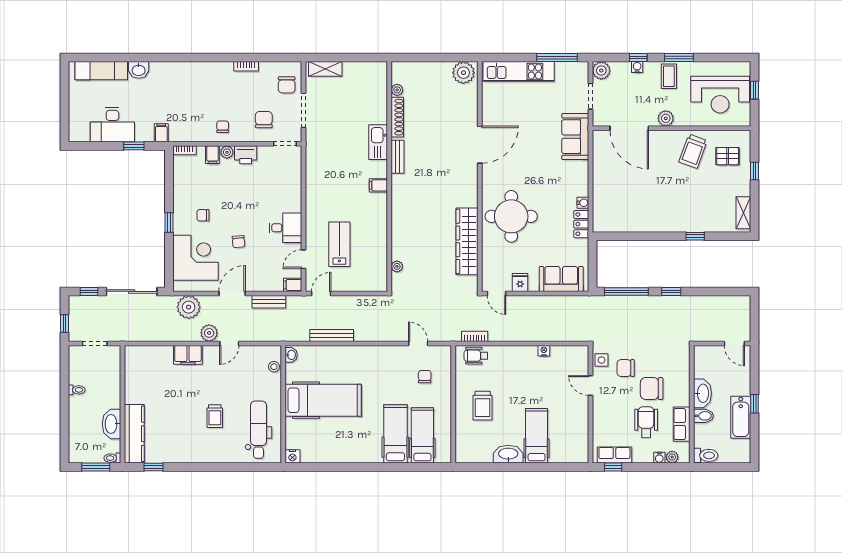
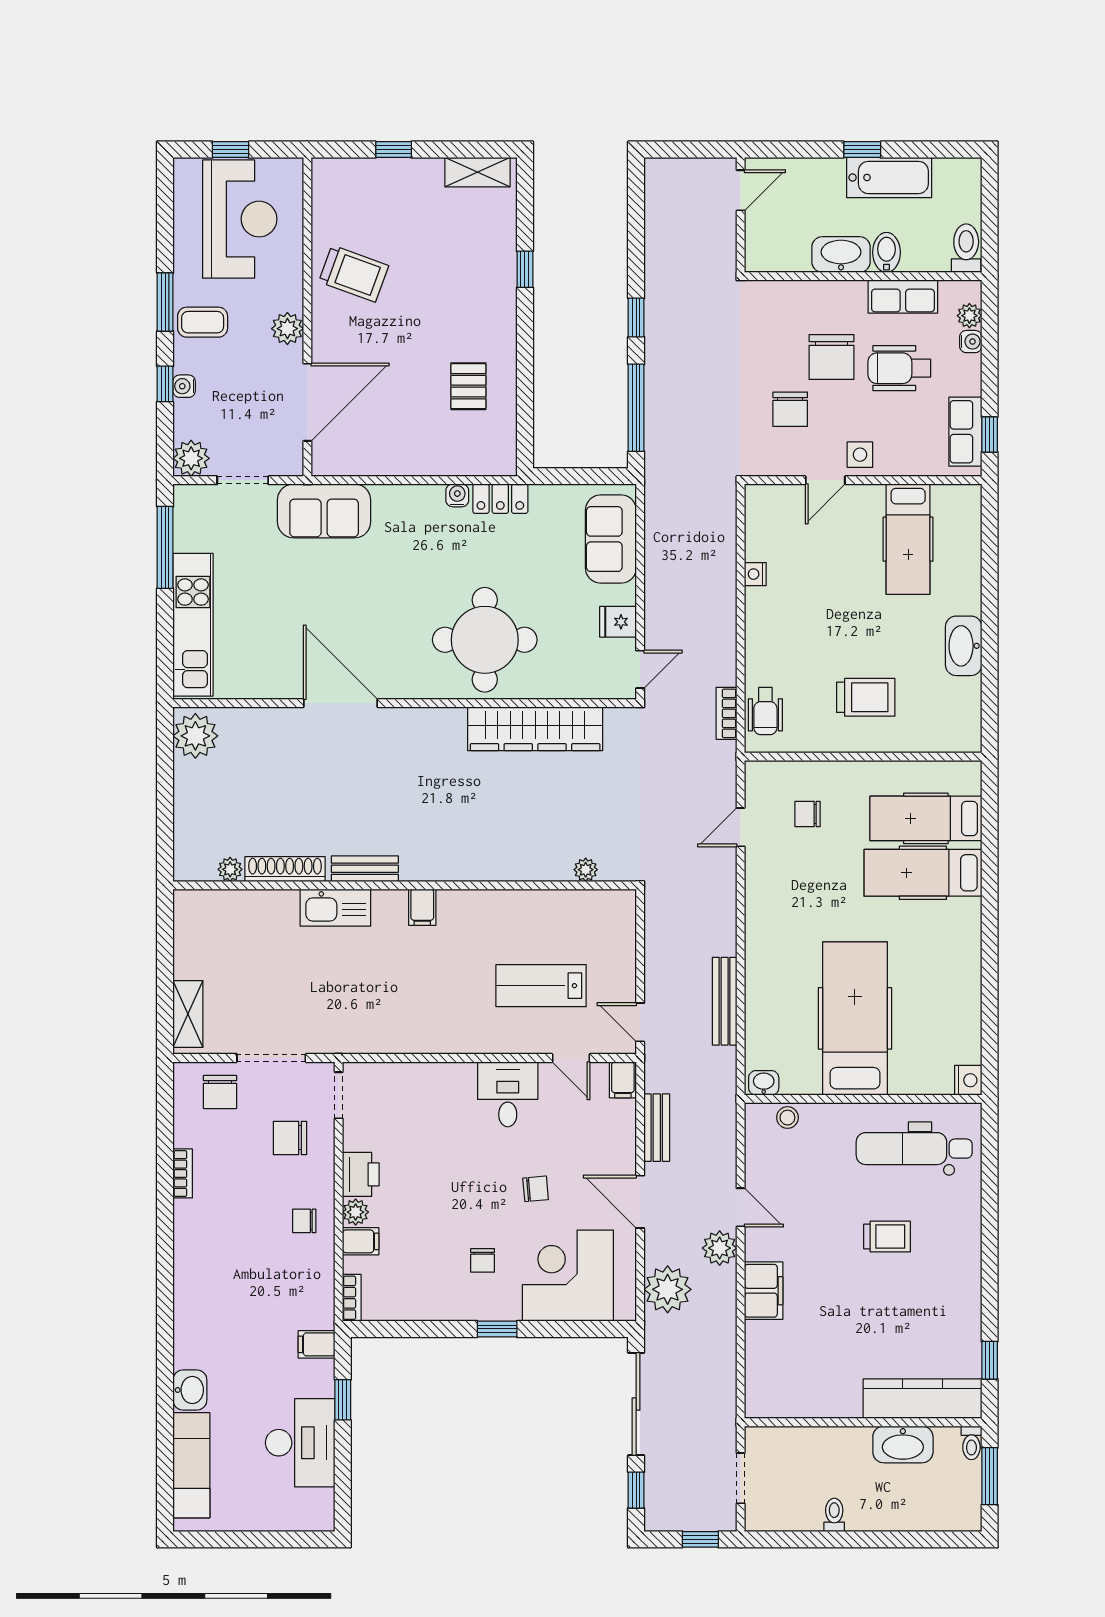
chair: (287, 85) -> (220, 1092), turned 90
pallet: (728, 156) -> (468, 386), moved
side table: (602, 360) -> (860, 455), moved
hospital bed: (537, 436) -> (908, 539), moved, turned -90

